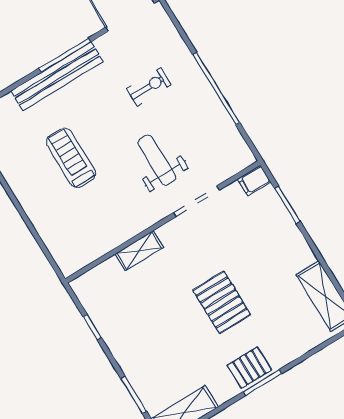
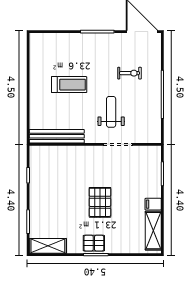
bench: (57, 76) -> (57, 136), moved
treadmill: (71, 158) -> (69, 85), turned 90
filing cabinet: (254, 180) -> (153, 204), moved
shelving: (139, 251) -> (75, 151), removed

